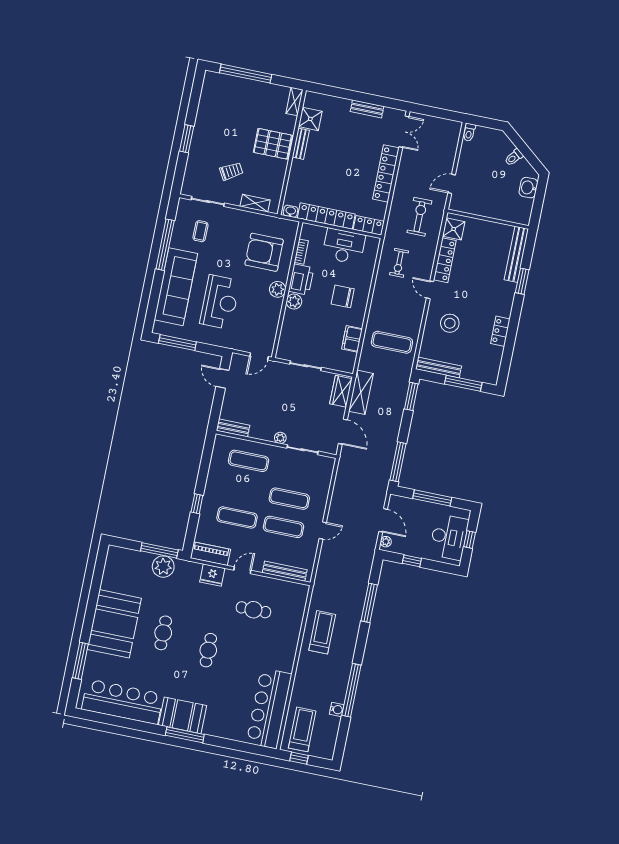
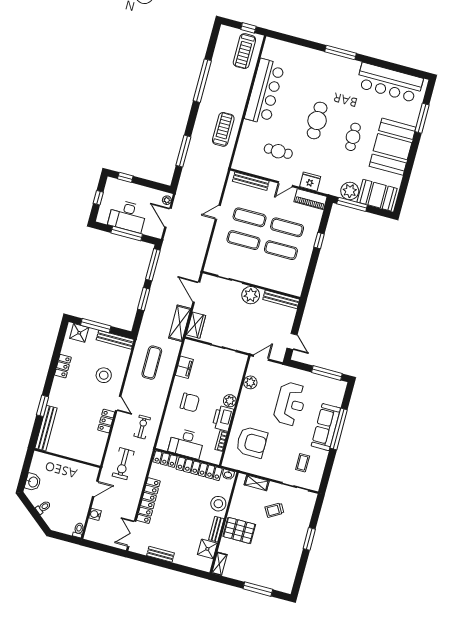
window: (246, 74) -> (258, 589), width x0.68
stool: (300, 175) -> (218, 504), added
shower: (454, 229) -> (79, 333), moved
window: (165, 245) -> (339, 429), moved
locker: (445, 260) -> (106, 421), width x0.66
sofa: (176, 287) -> (326, 427), width x0.74, depth x0.79
plant: (278, 289) -> (250, 382), moved
reception desk: (220, 302) -> (290, 404), turned 180
exercise mat: (392, 342) -> (152, 363), turned 90
window: (411, 396) -> (144, 299), moved
bench: (233, 428) -> (281, 299), width x1.36
plant: (280, 438) -> (251, 295), width x1.87, depth x1.87
exercise mat: (249, 461) -> (281, 250), moved
desk: (449, 537) -> (127, 216), moved, turned -90
window: (412, 561) -> (125, 177), moved
treadmill: (322, 632) -> (223, 129), turned 180
cafe table: (208, 650) -> (317, 120), width x1.37, depth x1.35
bar counter: (269, 708) -> (265, 92), moved
water cooler: (337, 709) -> (95, 514), moved
booth: (183, 715) -> (377, 195), moved

